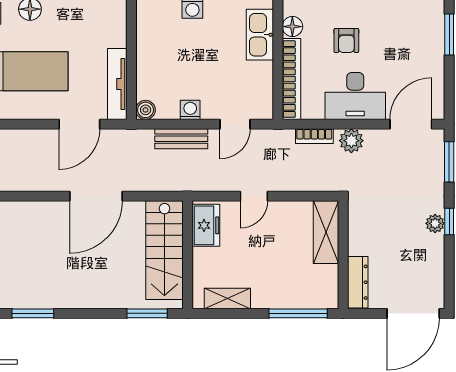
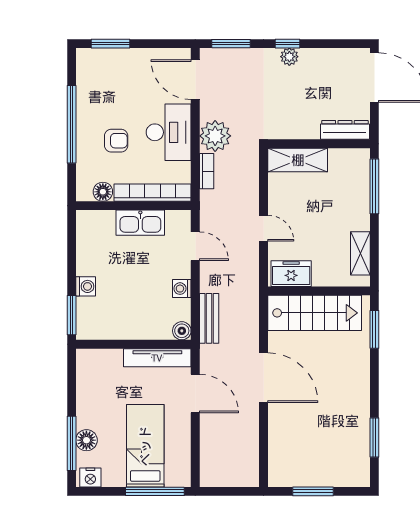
kitchen sink: (260, 35) -> (140, 223), moved
bench: (181, 139) -> (209, 318), moved
plant: (351, 141) -> (215, 136), width x1.36, depth x1.36

